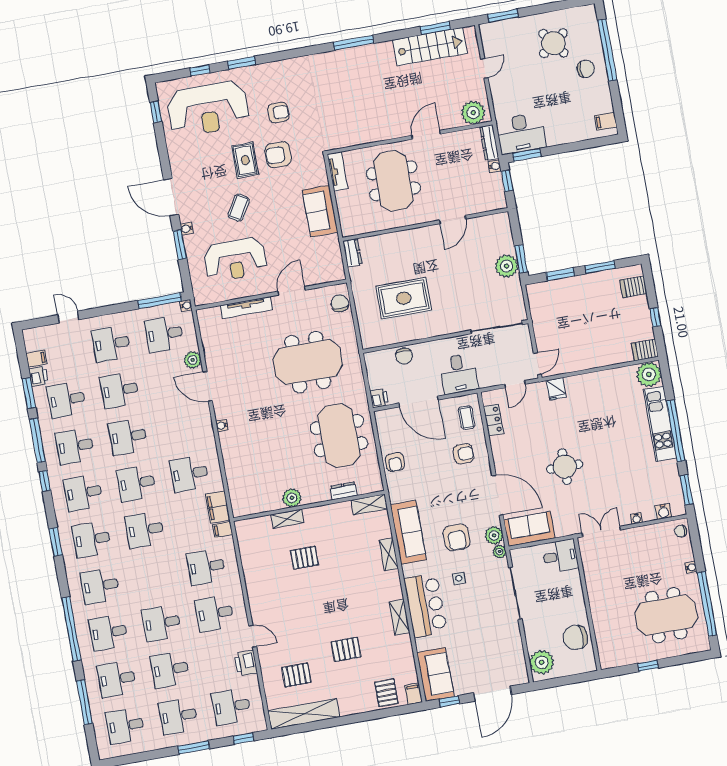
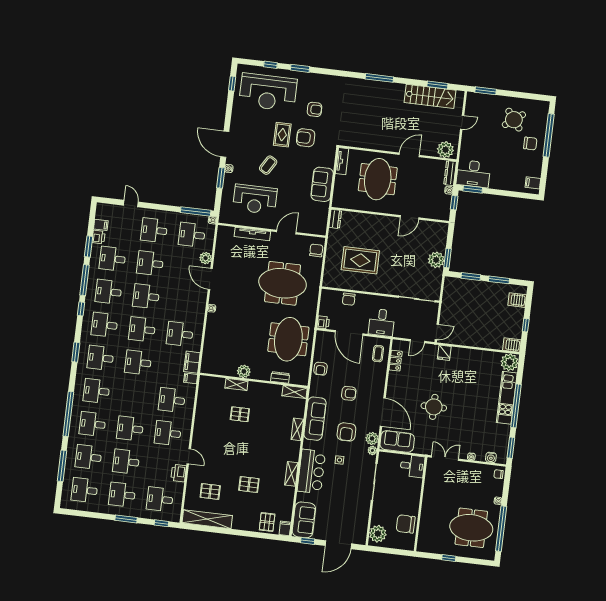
armchair: (463, 454) -> (349, 393), moved

